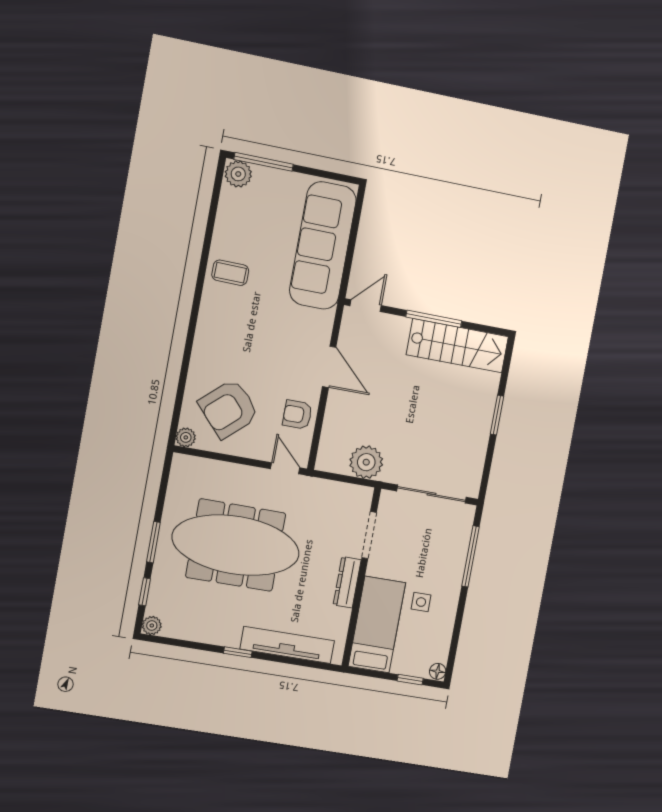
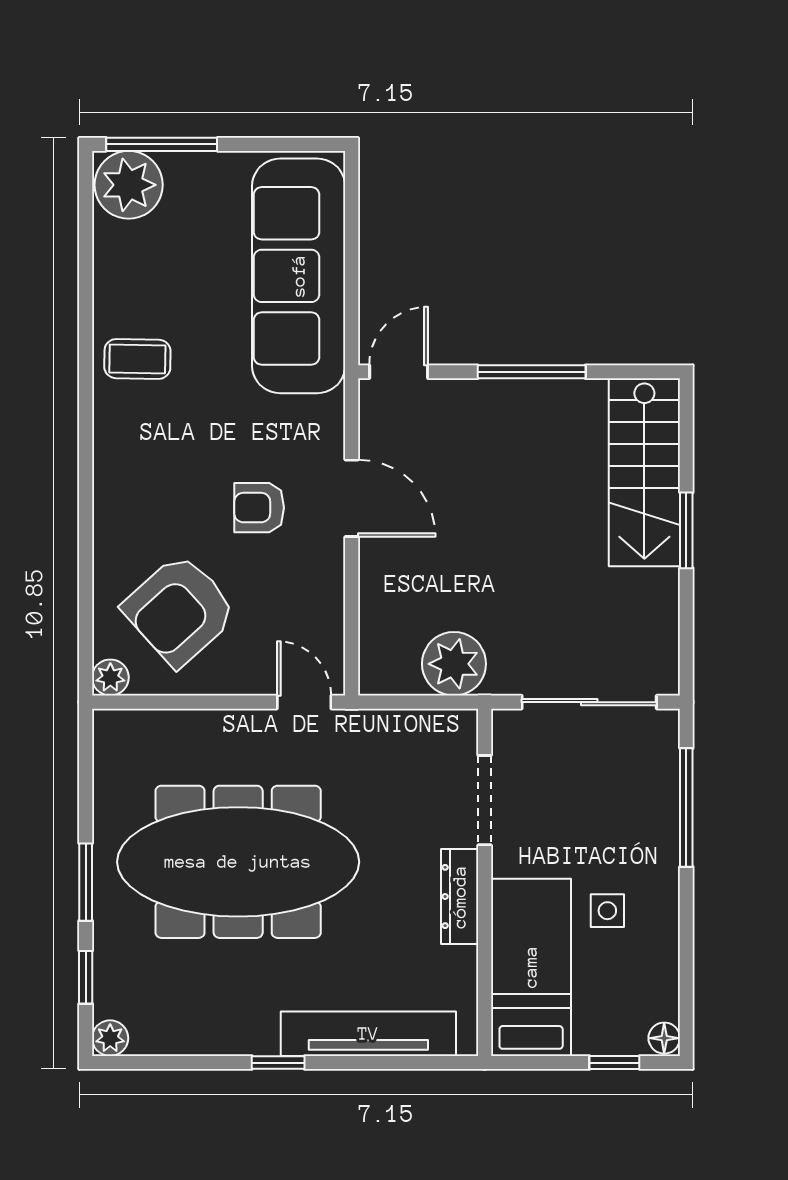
plant: (238, 174) -> (129, 185), width x1.36, depth x1.36
stairs: (457, 346) -> (644, 472), moved, turned 90
armchair: (297, 415) -> (259, 508), moved

